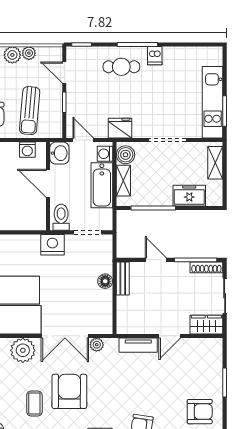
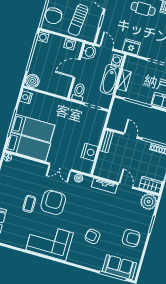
boiler: (125, 155) -> (130, 65), removed
door: (48, 183) -> (77, 69), hinge flipped
nightstand: (52, 245) -> (90, 152), moved, turned 90
floor lamp: (105, 281) -> (95, 140), removed
double door: (65, 336) -> (60, 167), width x0.73
door: (170, 336) -> (126, 186), swing flipped
plant: (23, 350) -> (149, 202), moved

